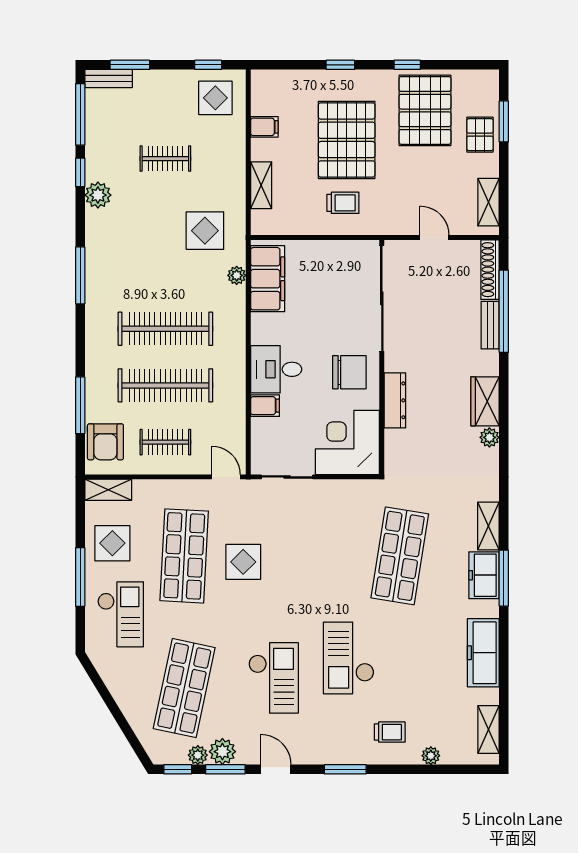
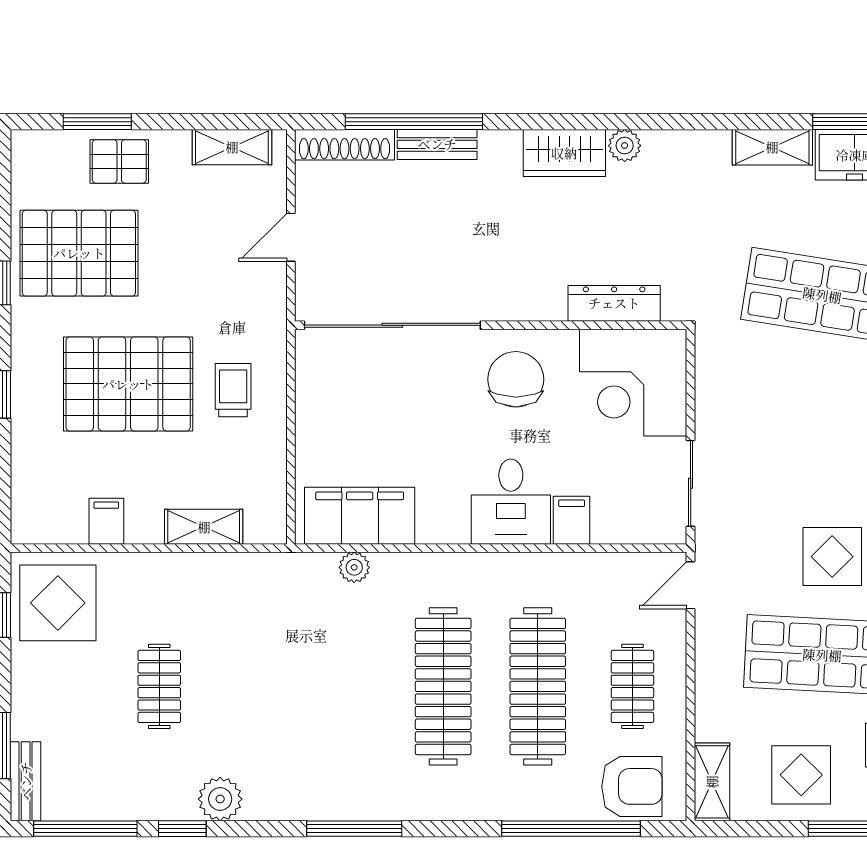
display table: (215, 98) -> (58, 603), width x1.36, depth x1.36
display table: (205, 231) -> (279, 620), removed
dresser: (395, 400) -> (614, 303), moved
window: (80, 405) -> (571, 829), width x1.46

